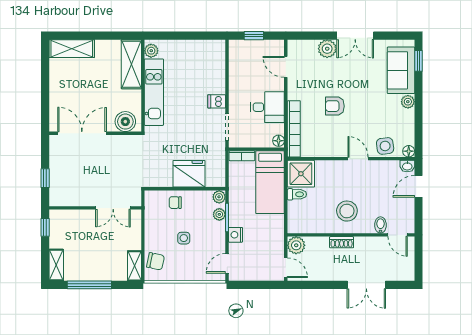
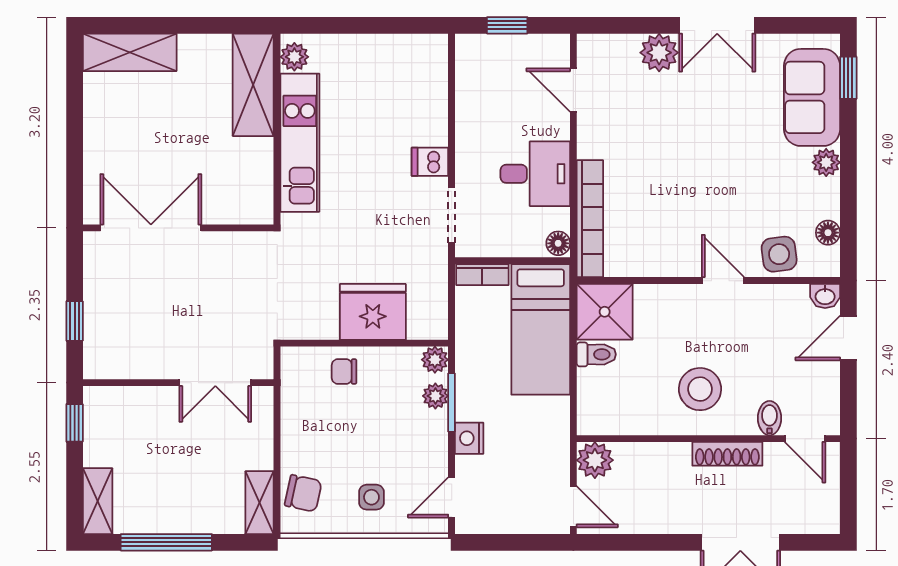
armchair: (335, 106) -> (675, 171), removed
boiler: (125, 122) -> (241, 204), removed
floor lamp: (409, 151) -> (828, 233), moved
side table: (184, 238) -> (371, 497), moved
shoe rack: (342, 242) -> (727, 454), moved, width x1.43

